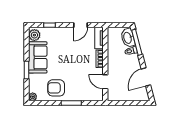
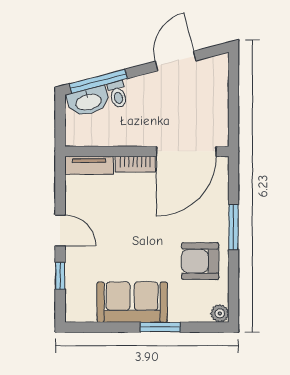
door: (81, 25) -> (60, 230), moved
plant: (34, 35) -> (82, 310), removed
door: (146, 77) -> (176, 61), swing flipped
door: (105, 82) -> (186, 151), width x1.87
armchair: (56, 88) -> (200, 261), turned 90

